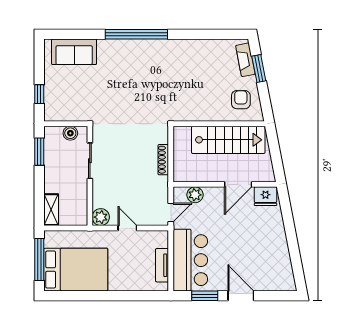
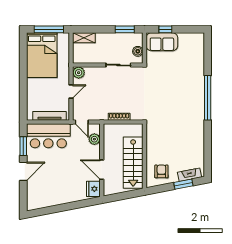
sofa: (74, 52) -> (162, 42), moved, turned -90
armchair: (241, 100) -> (161, 171), turned -90
tv unit: (162, 265) -> (50, 116), width x1.41

